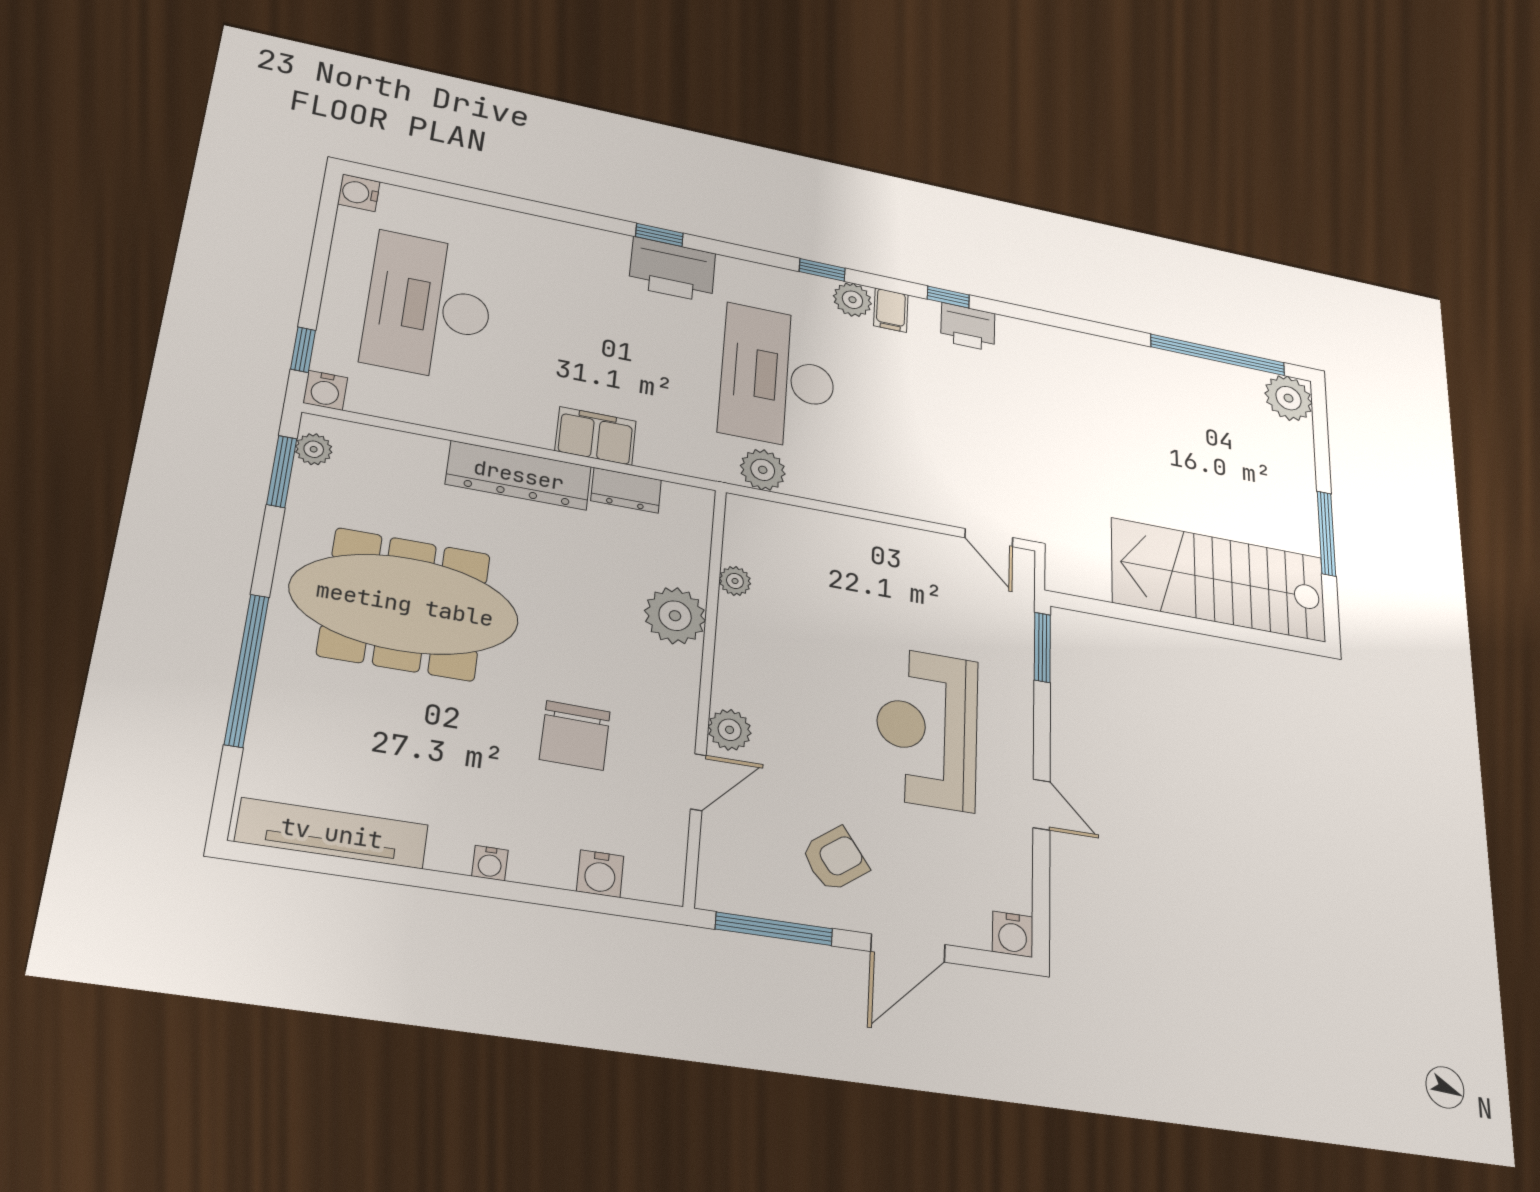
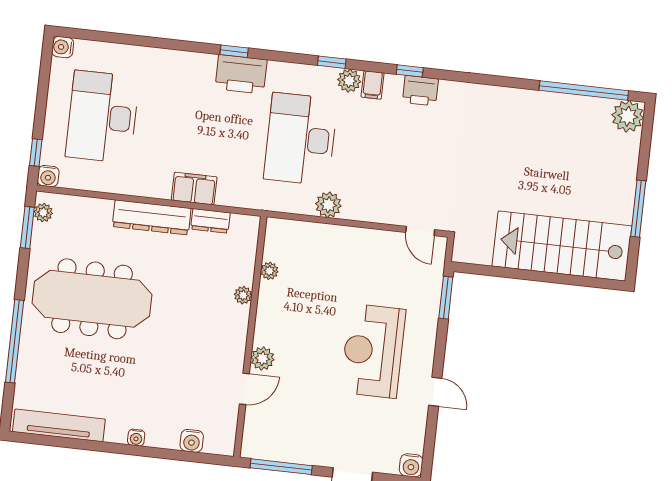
plant: (763, 470) -> (328, 205), moved
plant: (675, 616) -> (243, 295), width x0.53, depth x0.53
chair: (575, 735) -> (180, 367), removed
armchair: (835, 859) -> (316, 428), removed

